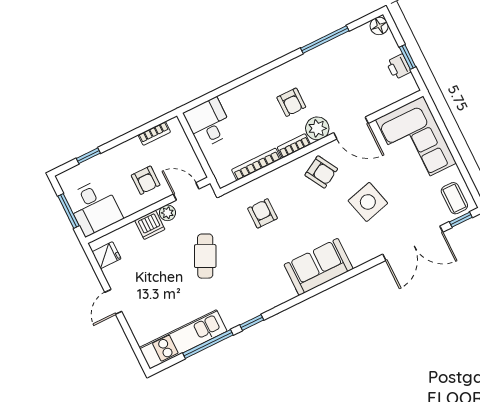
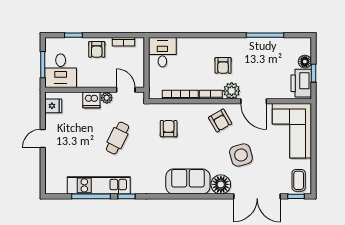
floor lamp: (379, 26) -> (305, 62), moved
printer: (399, 67) -> (301, 83), width x1.87, depth x1.48
armchair: (146, 180) -> (97, 49), moved
floor lamp: (361, 251) -> (221, 184), added
kitchen unit: (183, 339) -> (99, 185), moved

